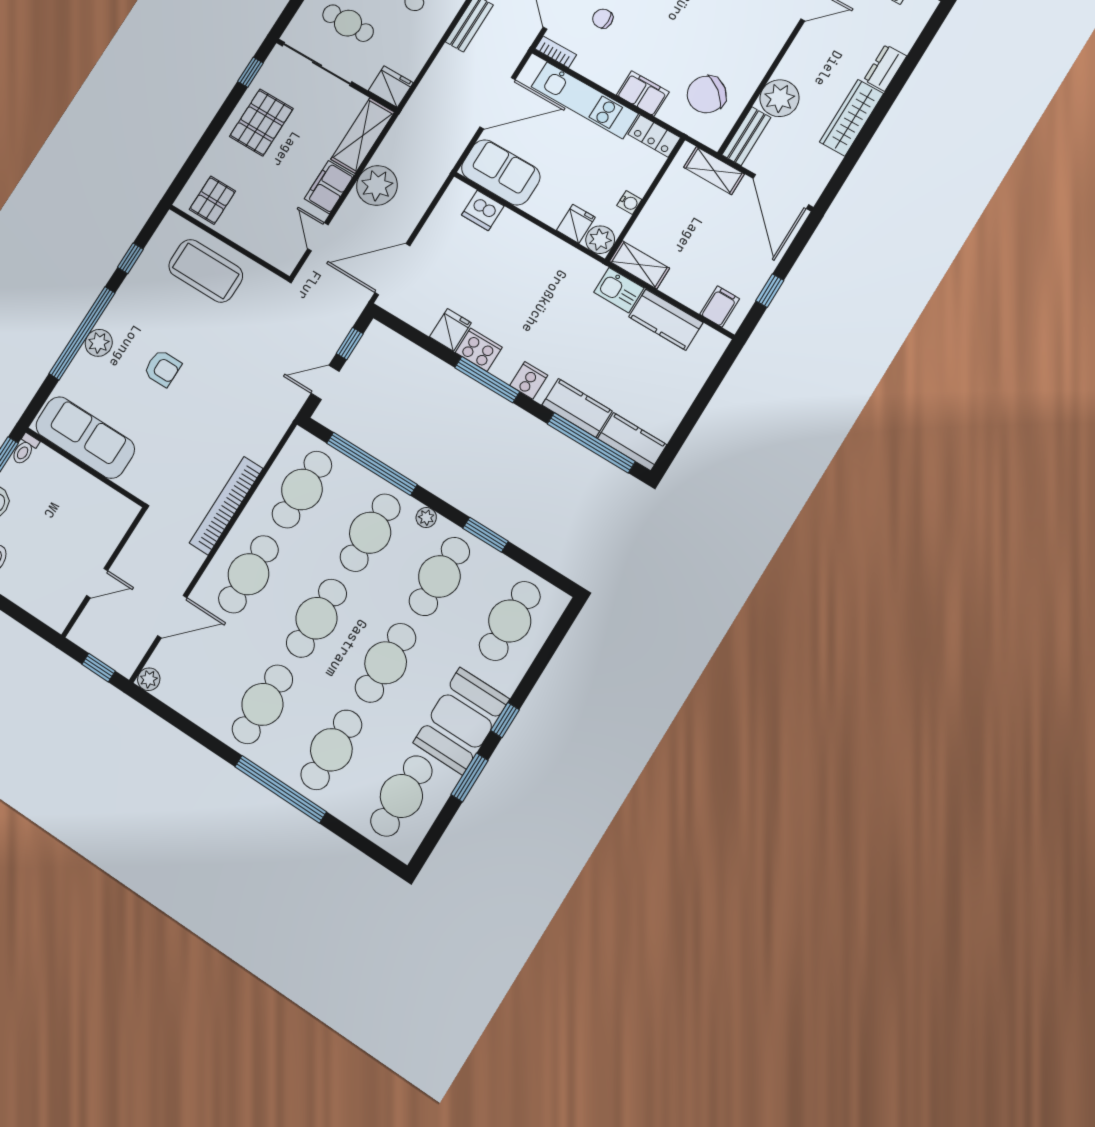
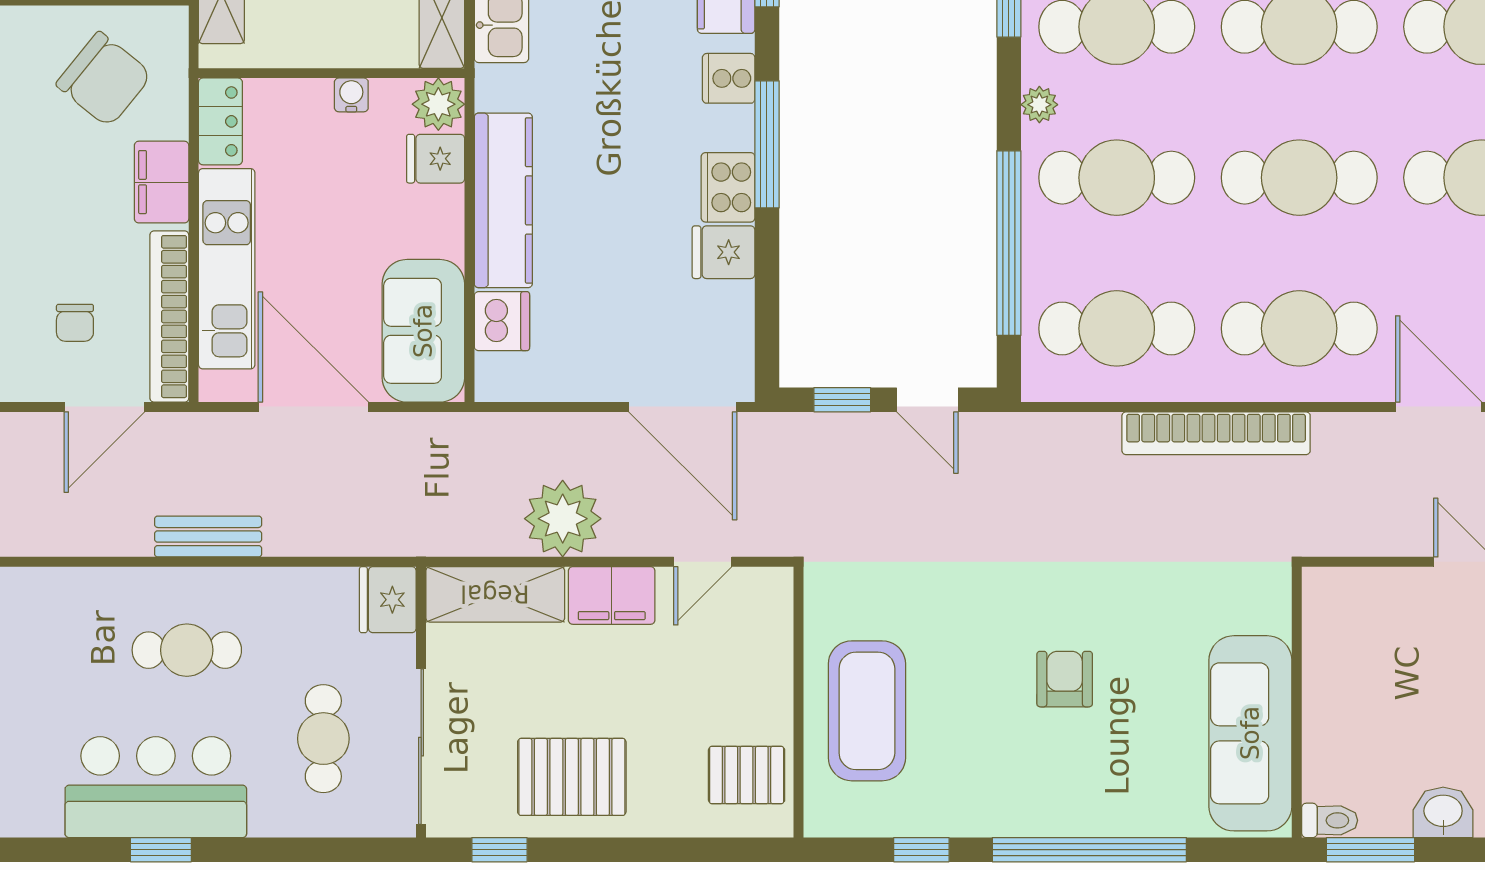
bookcase: (556, 52) -> (169, 317), width x2.31, depth x1.31
kitchen counter: (537, 243) -> (503, 200), added
plant: (99, 343) -> (1088, 812), removed

